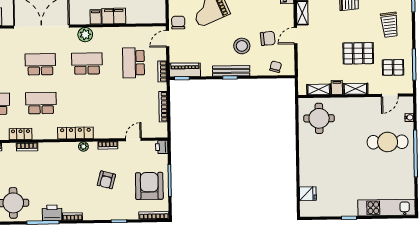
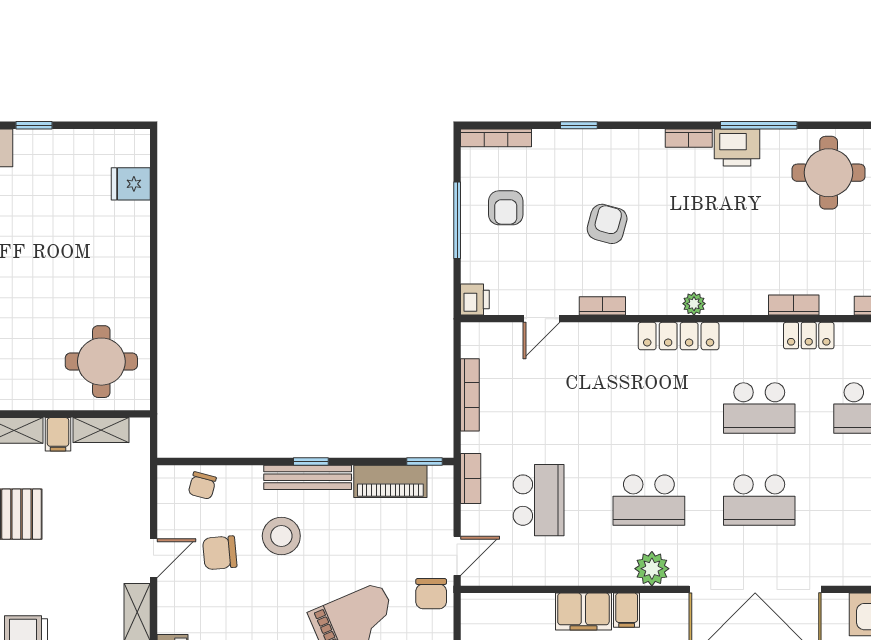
piano: (185, 70) -> (390, 481), moved
plant: (83, 146) -> (694, 304), moved
armchair: (149, 186) -> (506, 208), width x0.53, depth x0.53

